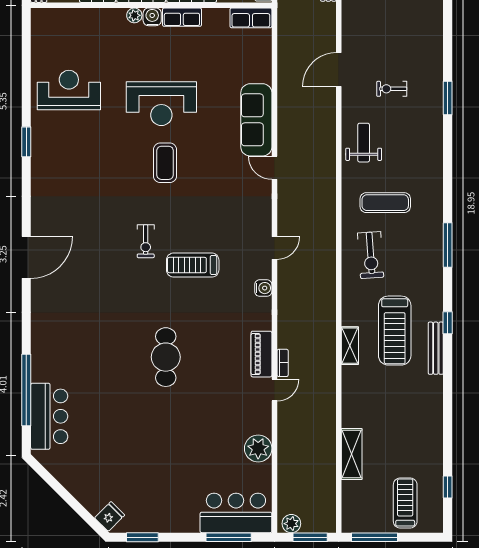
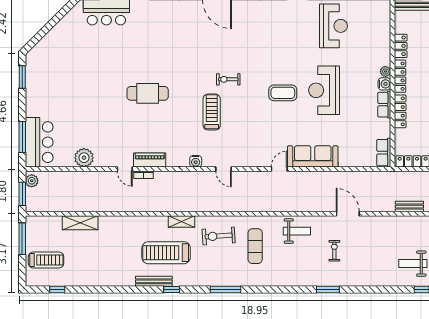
shelving: (350, 346) -> (181, 222), moved
fridge: (110, 516) -> (37, 54), removed

